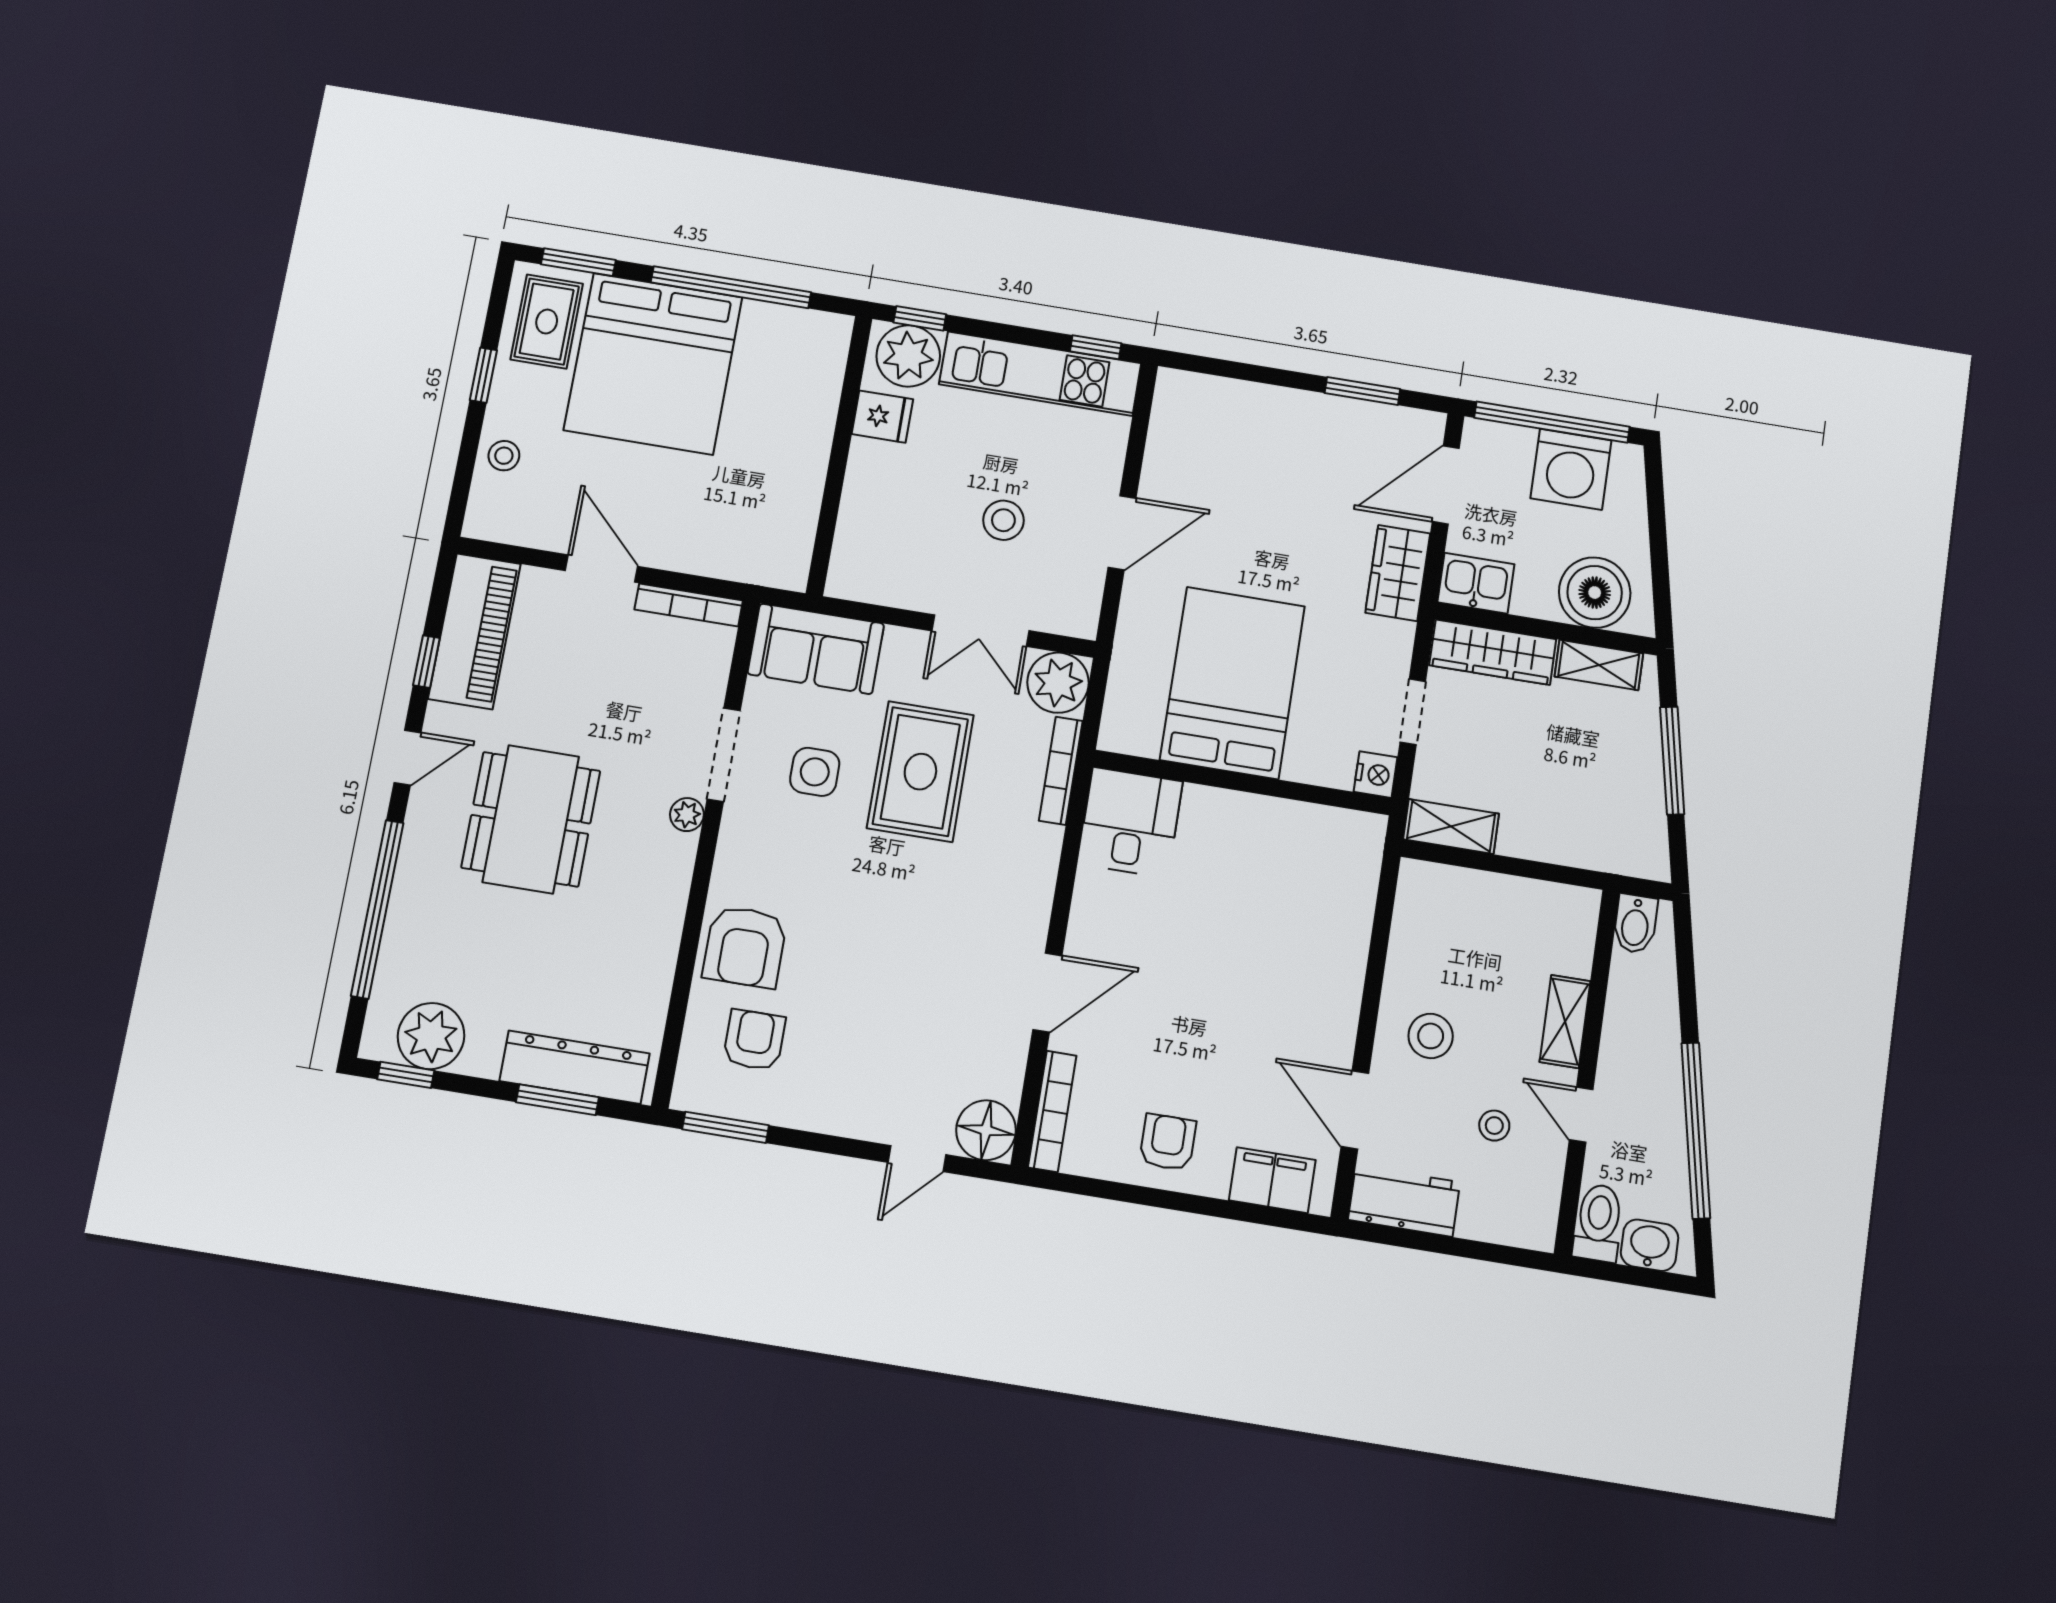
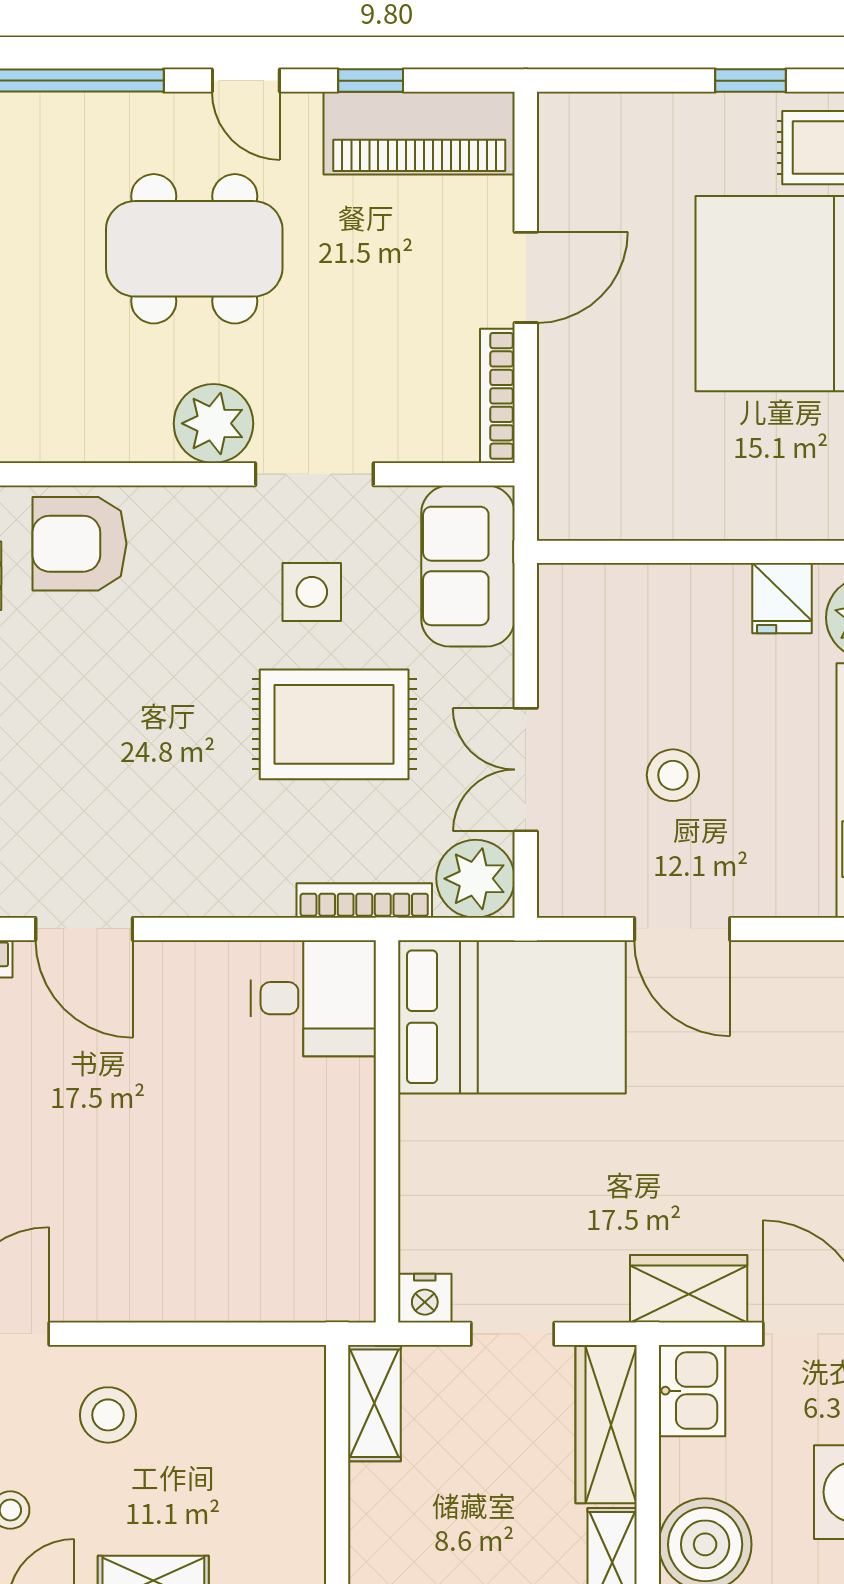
stool: (504, 456) -> (650, 127), removed
bed: (1233, 683) -> (512, 1017), moved
plant: (687, 815) -> (213, 423), width x1.88, depth x1.88

